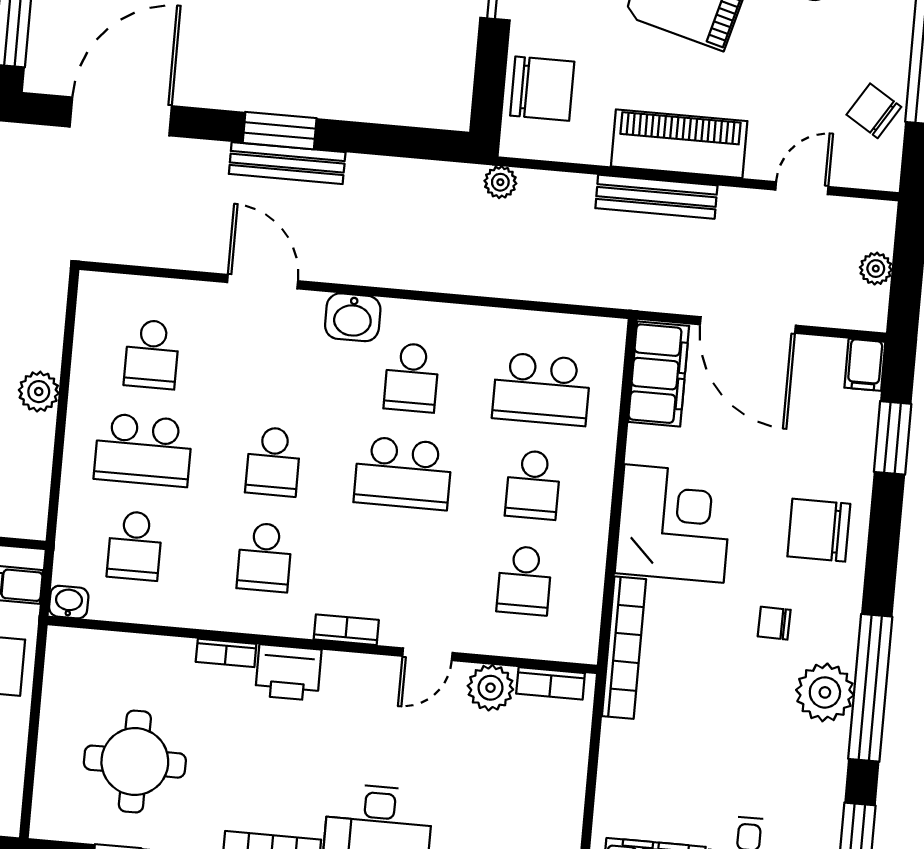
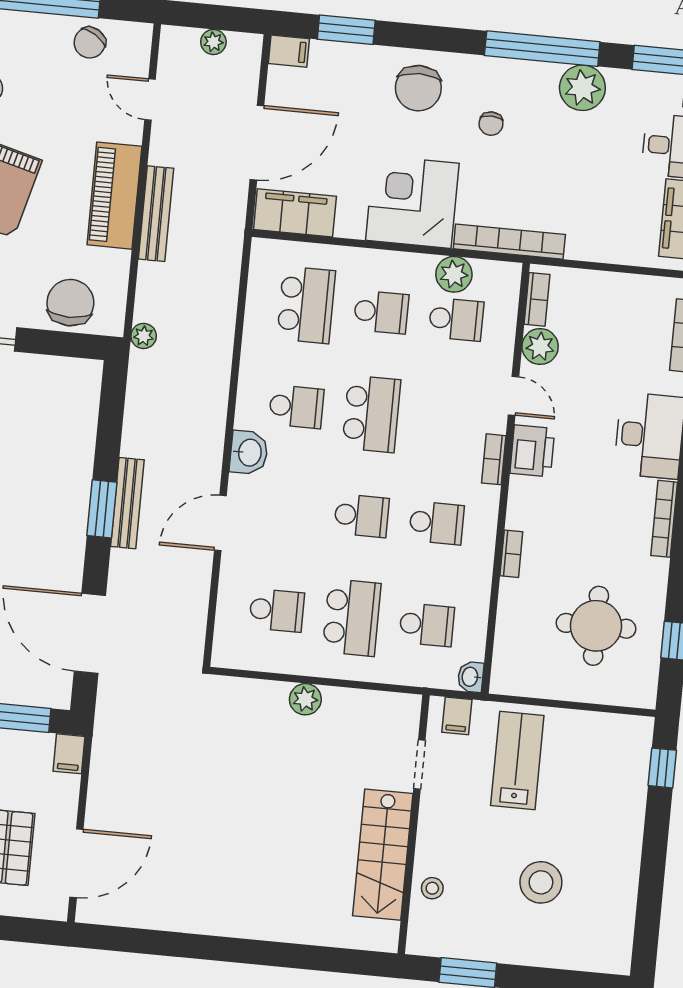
plant: (582, 577) -> (454, 274), added
printer: (288, 673) -> (532, 451), moved
plant: (825, 692) -> (582, 88), moved

